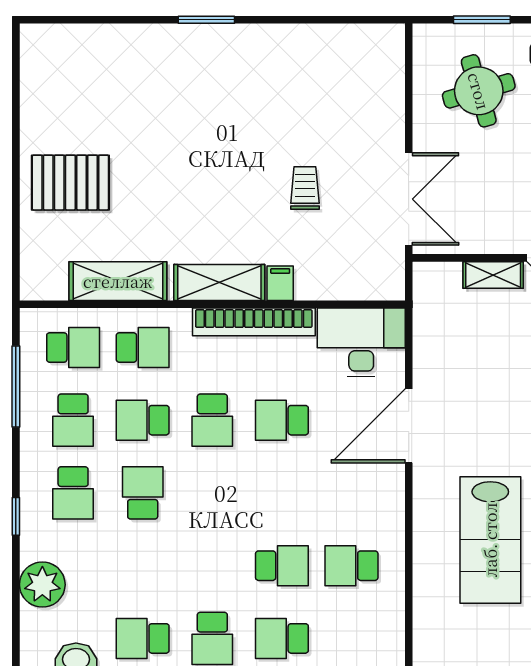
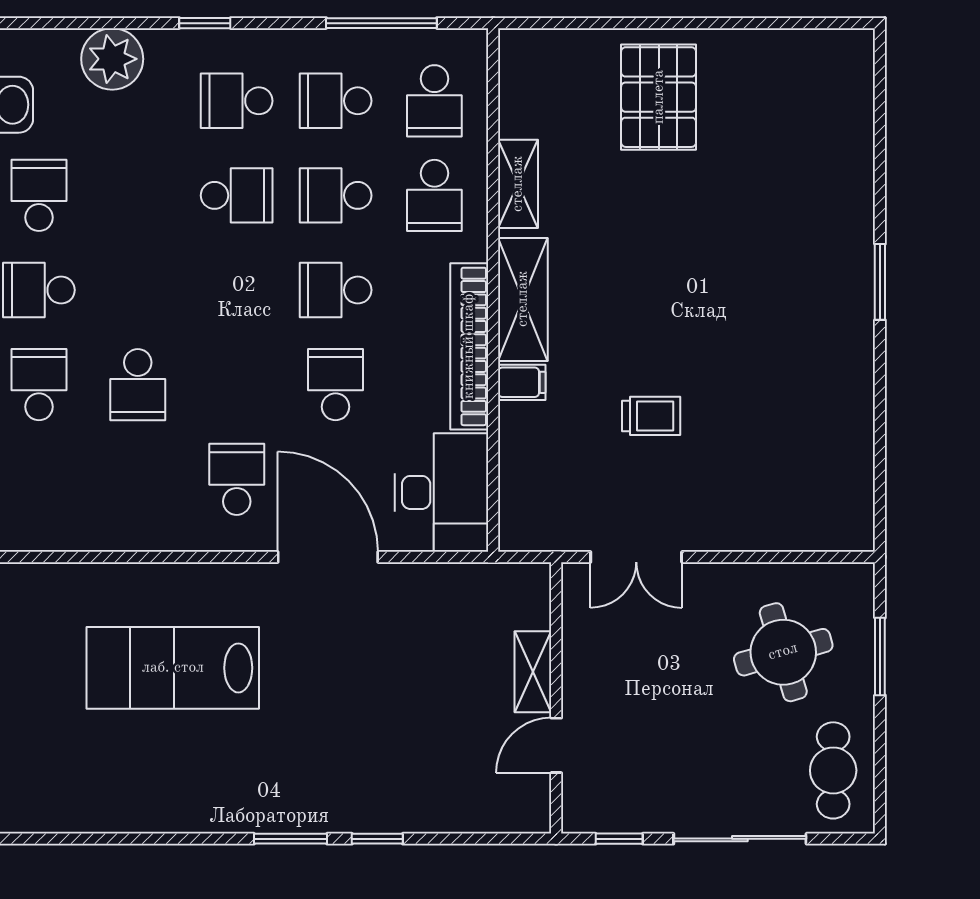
double door: (409, 199) -> (636, 557), width x0.73
shelving: (118, 281) -> (518, 184), width x0.67, depth x0.75
school desk: (143, 420) -> (336, 195), turned -90
school desk: (352, 566) -> (237, 479), moved

